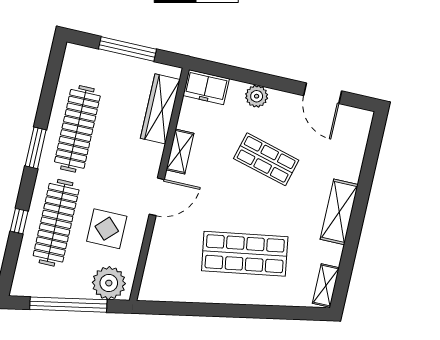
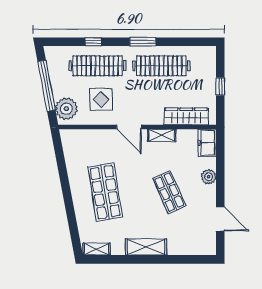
window: (127, 49) -> (220, 86), width x0.46
door: (323, 93) -> (220, 219), swing flipped
shop shelf: (266, 159) -> (169, 192), turned -39

